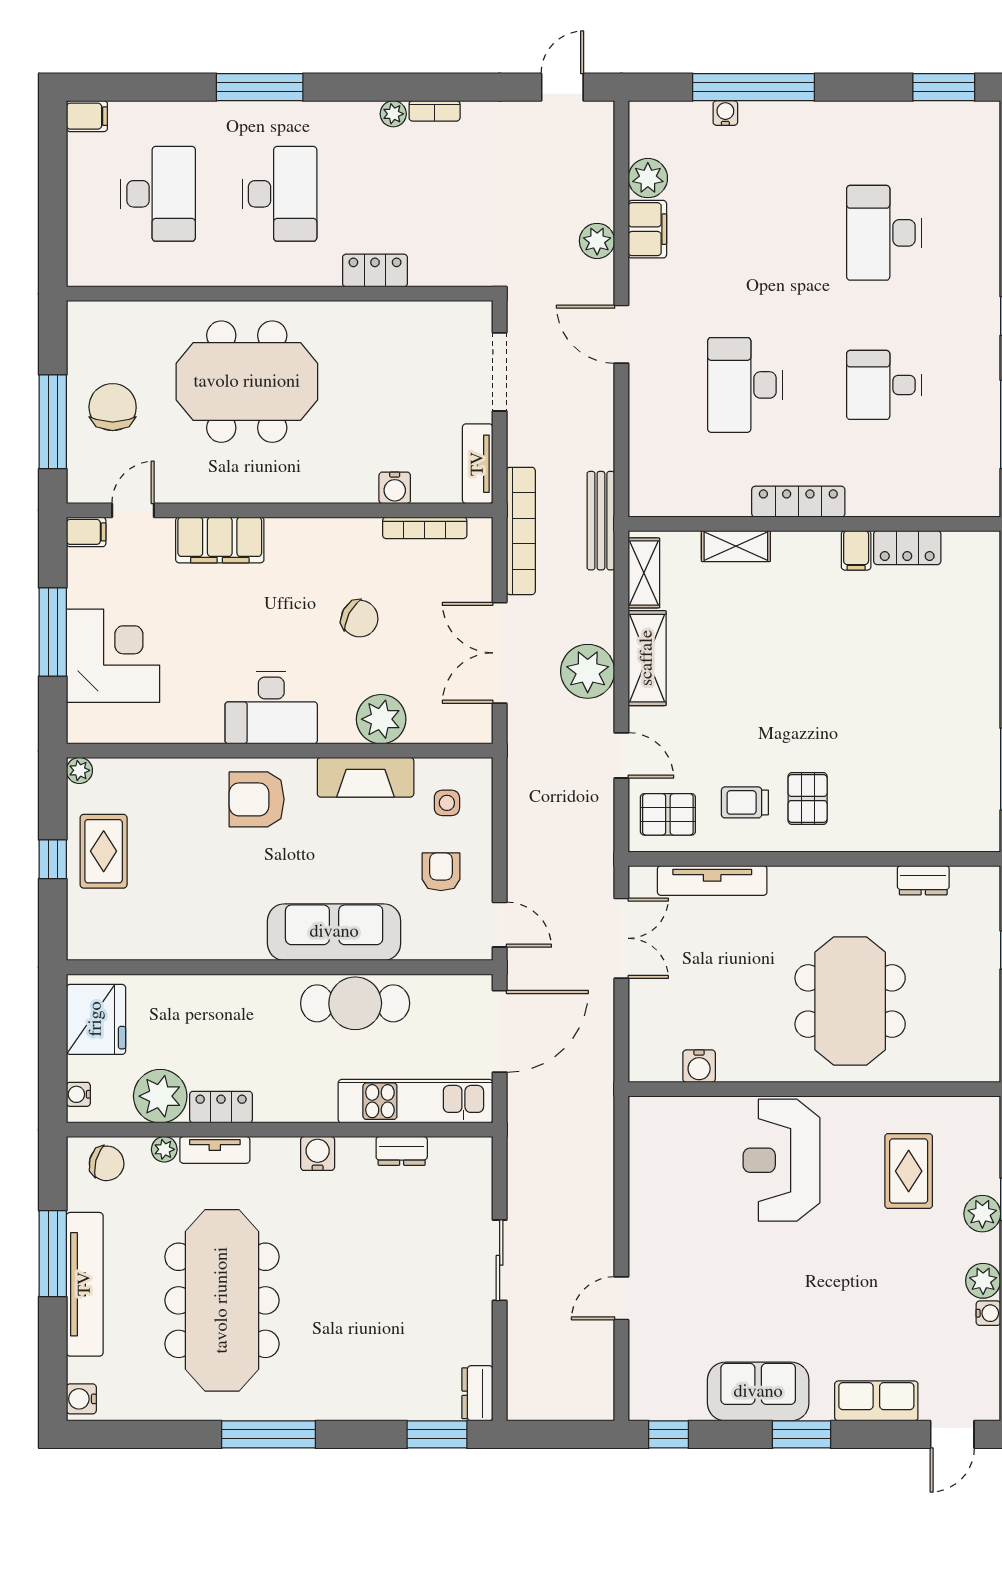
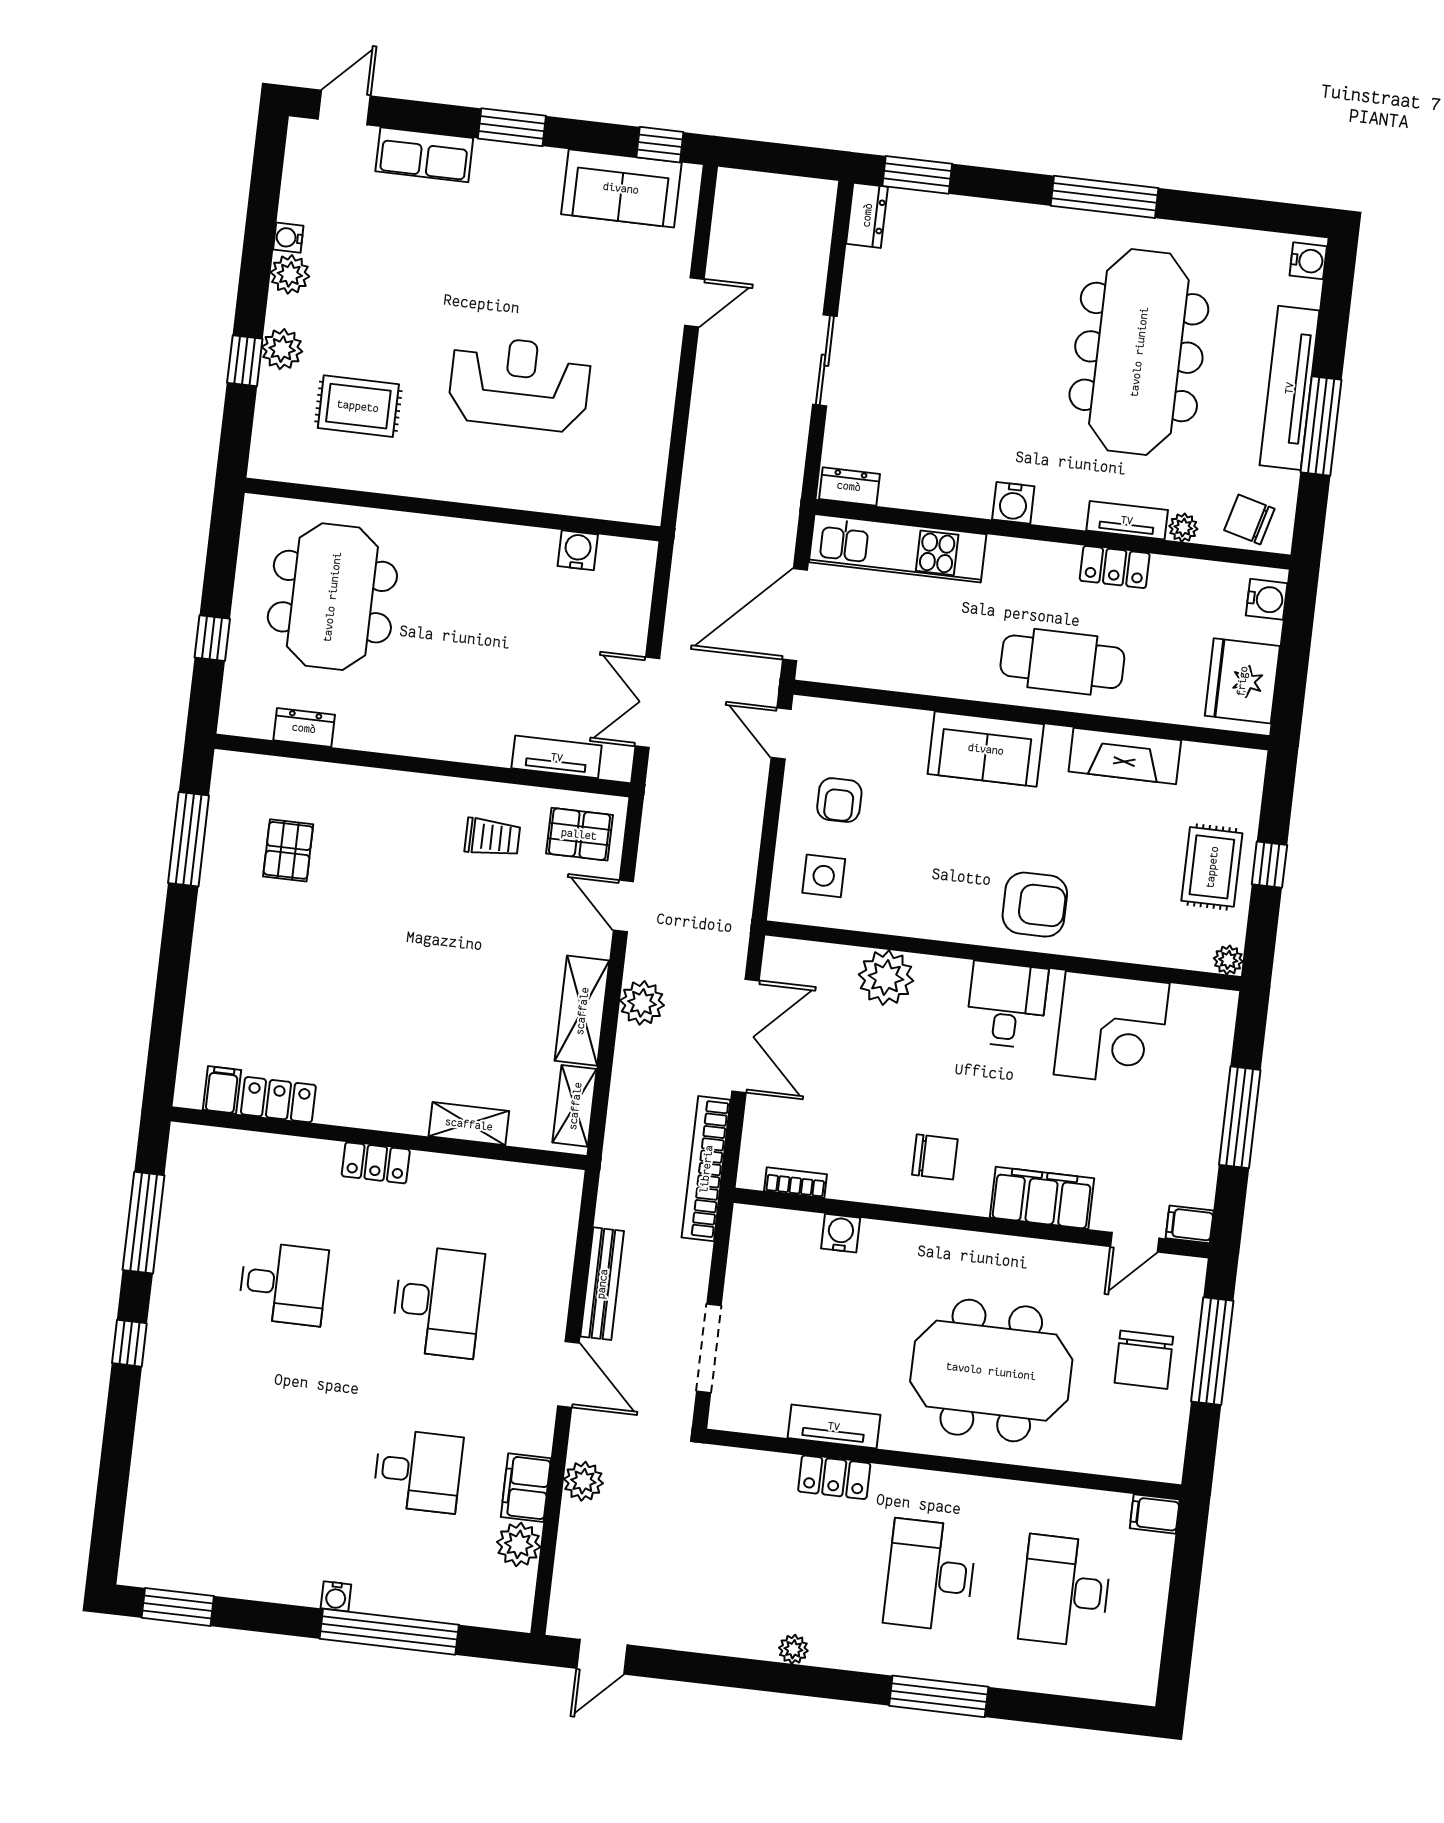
bookcase: (435, 111) -> (747, 1647), removed
water cooler: (725, 113) -> (336, 1596), moved
filing cabinet: (87, 116) -> (1155, 1514), moved
desk: (884, 233) -> (418, 1471), moved, width x0.73
tv unit: (478, 464) -> (834, 1426), moved, turned -90
locker: (798, 502) -> (376, 1163), width x0.66
bench: (601, 521) -> (602, 1284), moved
bookcase: (425, 528) -> (796, 1183), width x0.64
filing cabinet: (856, 550) -> (222, 1090), moved
chair: (360, 619) -> (935, 1157), moved, turned 152
corner desk: (113, 656) -> (1112, 1029), moved, turned -90
plant: (588, 671) -> (642, 1003), width x0.73, depth x0.73
desk: (271, 708) -> (1007, 1005), width x0.73
fireplace: (366, 777) -> (1125, 756), moved, turned 180
pallet: (808, 798) -> (288, 850), moved
side table: (447, 803) -> (824, 876), width x1.37, depth x1.37
tv unit: (712, 881) -> (557, 757), width x0.71
sofa: (334, 932) -> (986, 749), width x0.73
meeting table: (850, 1001) -> (332, 597), moved
cafe table: (355, 1003) -> (1062, 662), moved
water cooler: (78, 1094) -> (1267, 599), width x1.38, depth x1.38
plant: (160, 1096) -> (1181, 587), removed
dresser: (402, 1151) -> (849, 486), moved
reception desk: (781, 1160) -> (519, 384), moved, turned -90
rug: (909, 1171) -> (358, 406), turned 90
sofa: (758, 1392) -> (621, 188), moved

